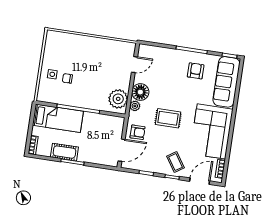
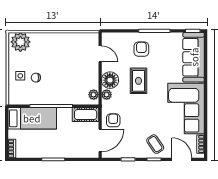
plant: (58, 41) -> (20, 42), added
door: (134, 65) -> (100, 54), hinge flipped
armchair: (196, 71) -> (141, 49), moved
plant: (118, 99) -> (94, 95), width x0.53, depth x0.53
rug: (168, 118) -> (139, 81), moved, turned 90
armchair: (138, 132) -> (113, 120), turned -90
cot: (64, 152) -> (86, 115), moved
door: (200, 181) -> (182, 159), hinge flipped

